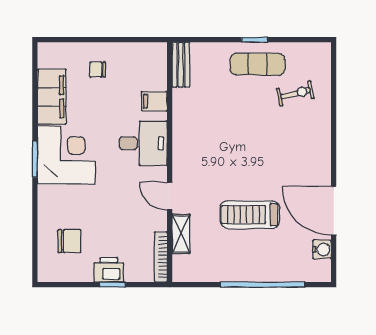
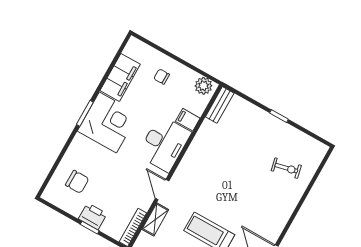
plant: (151, 53) -> (203, 86), added
exercise mat: (257, 64) -> (272, 134), removed
desk: (143, 143) -> (164, 144), width x1.37

